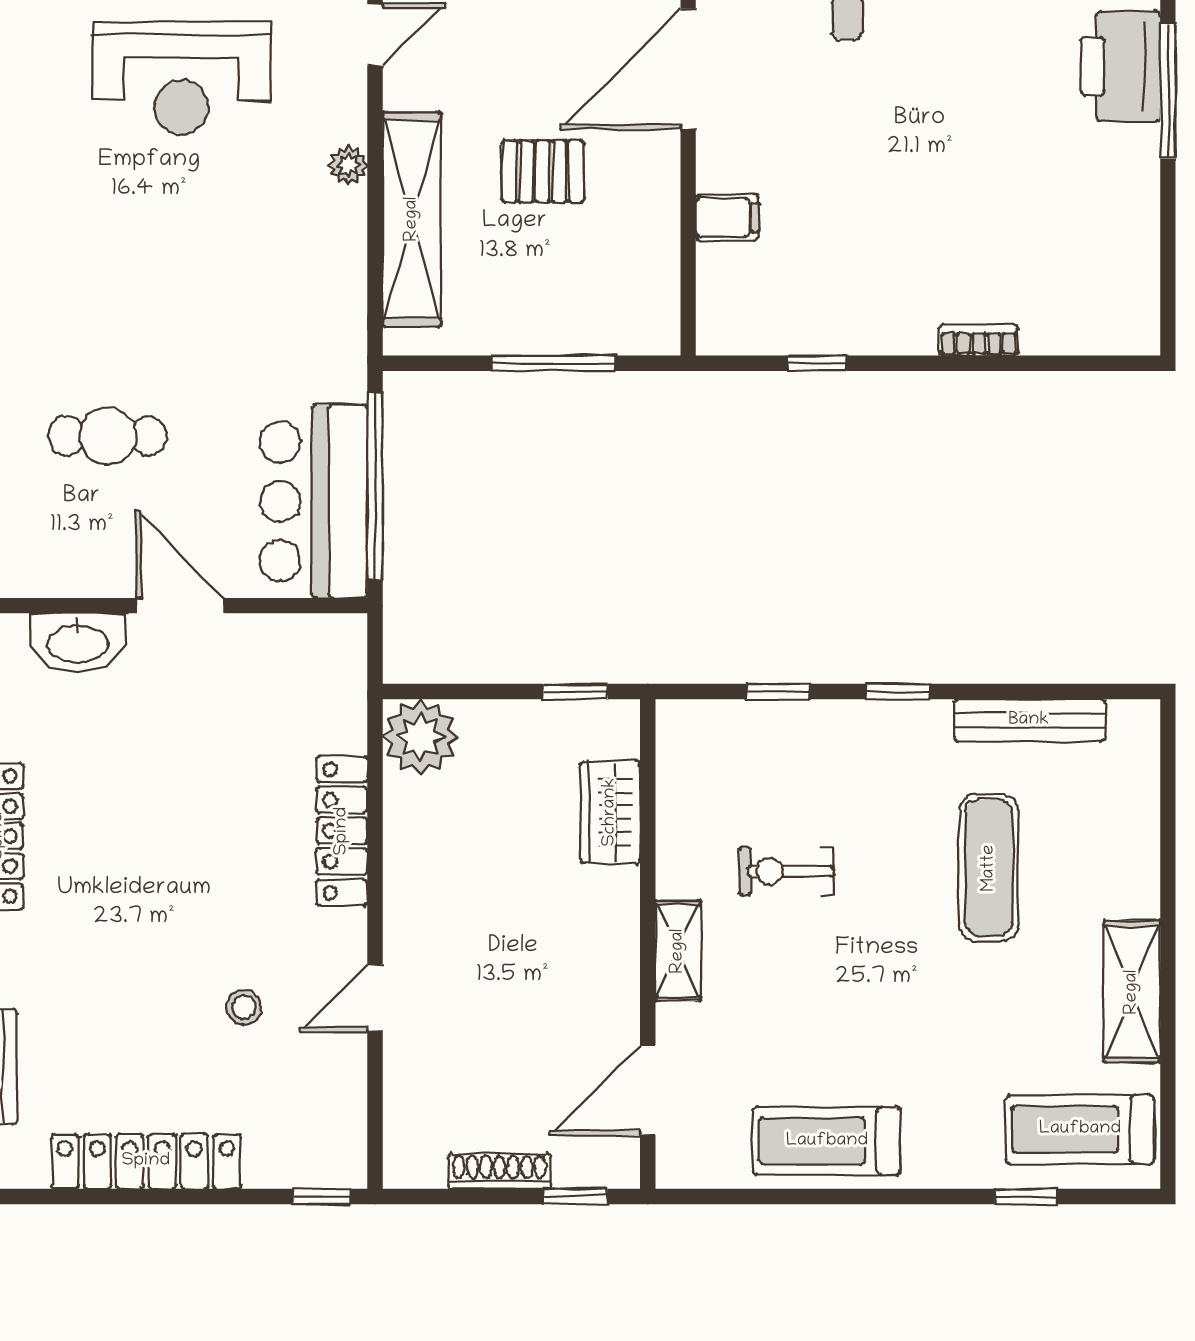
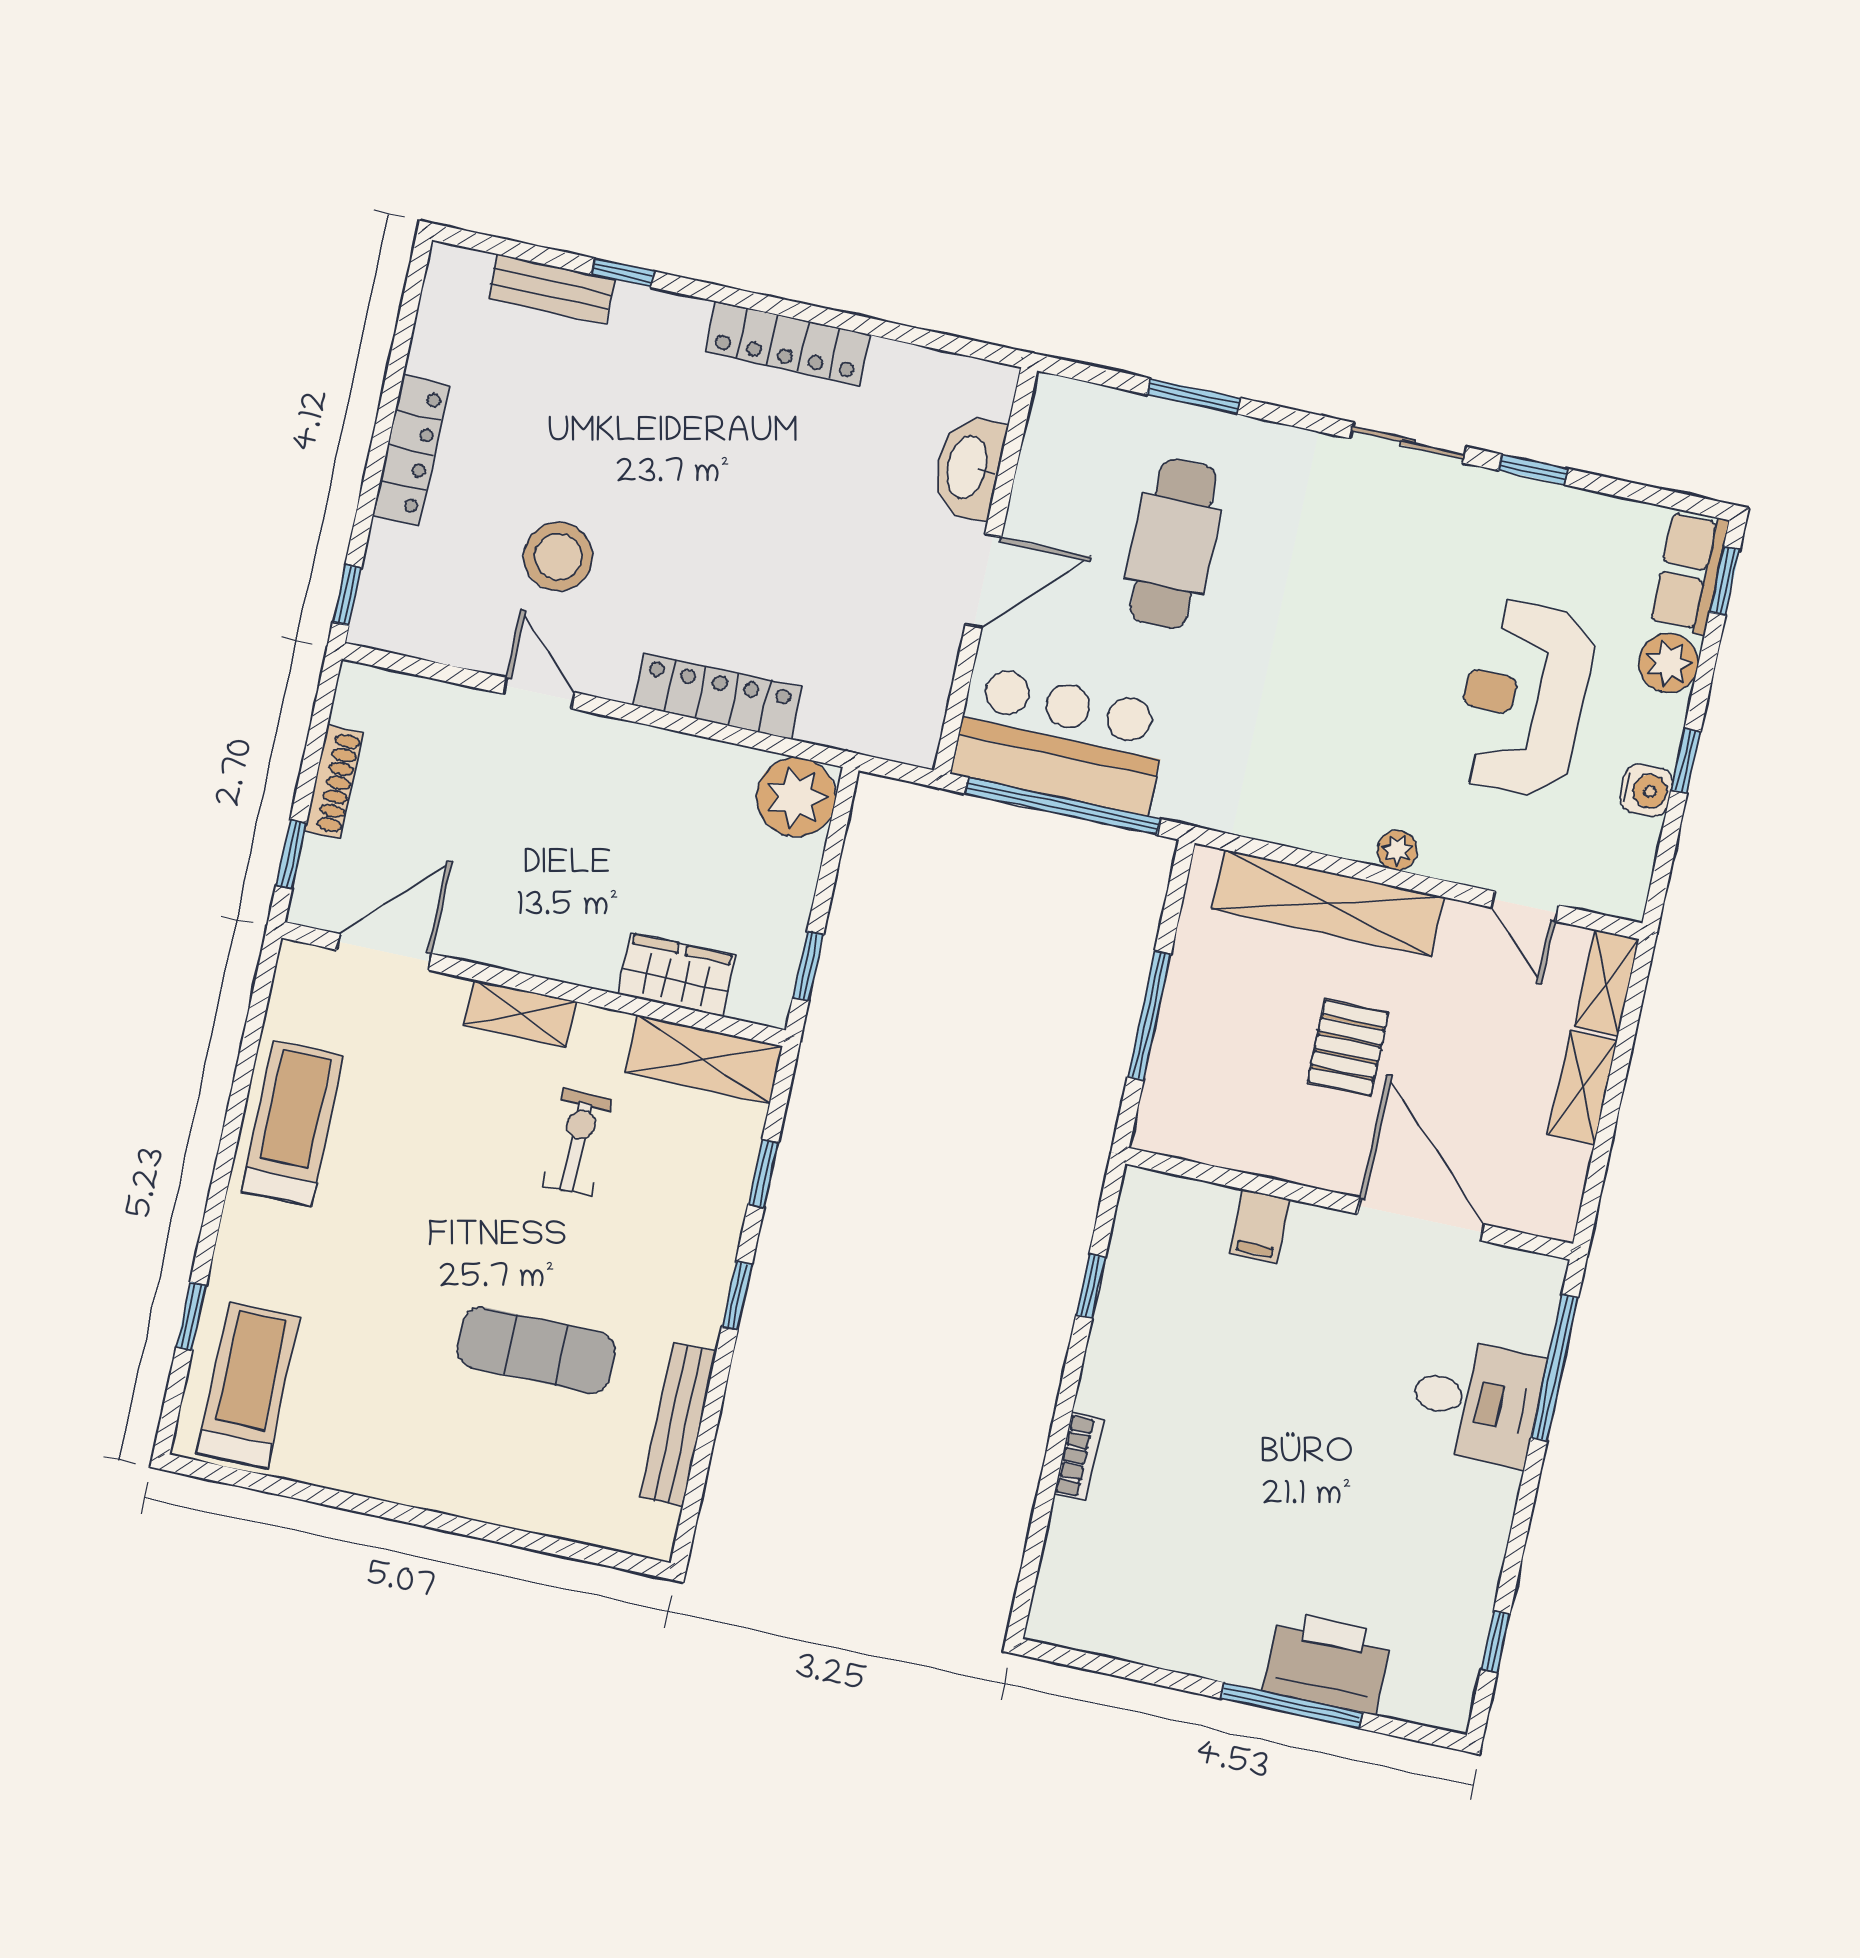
cafe table: (108, 436) -> (1173, 544), width x1.37, depth x1.35
shelving: (1132, 992) -> (704, 1059), moved
stool: (244, 1007) -> (558, 557), width x1.89, depth x1.89
door: (648, 1090) -> (384, 952), hinge flipped
locker: (146, 1161) -> (411, 450), width x0.71, depth x0.83

